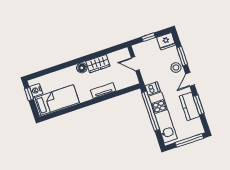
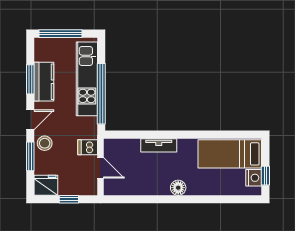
wardrobe: (98, 64) -> (153, 186), removed
dishwasher: (153, 88) -> (88, 147), moved

